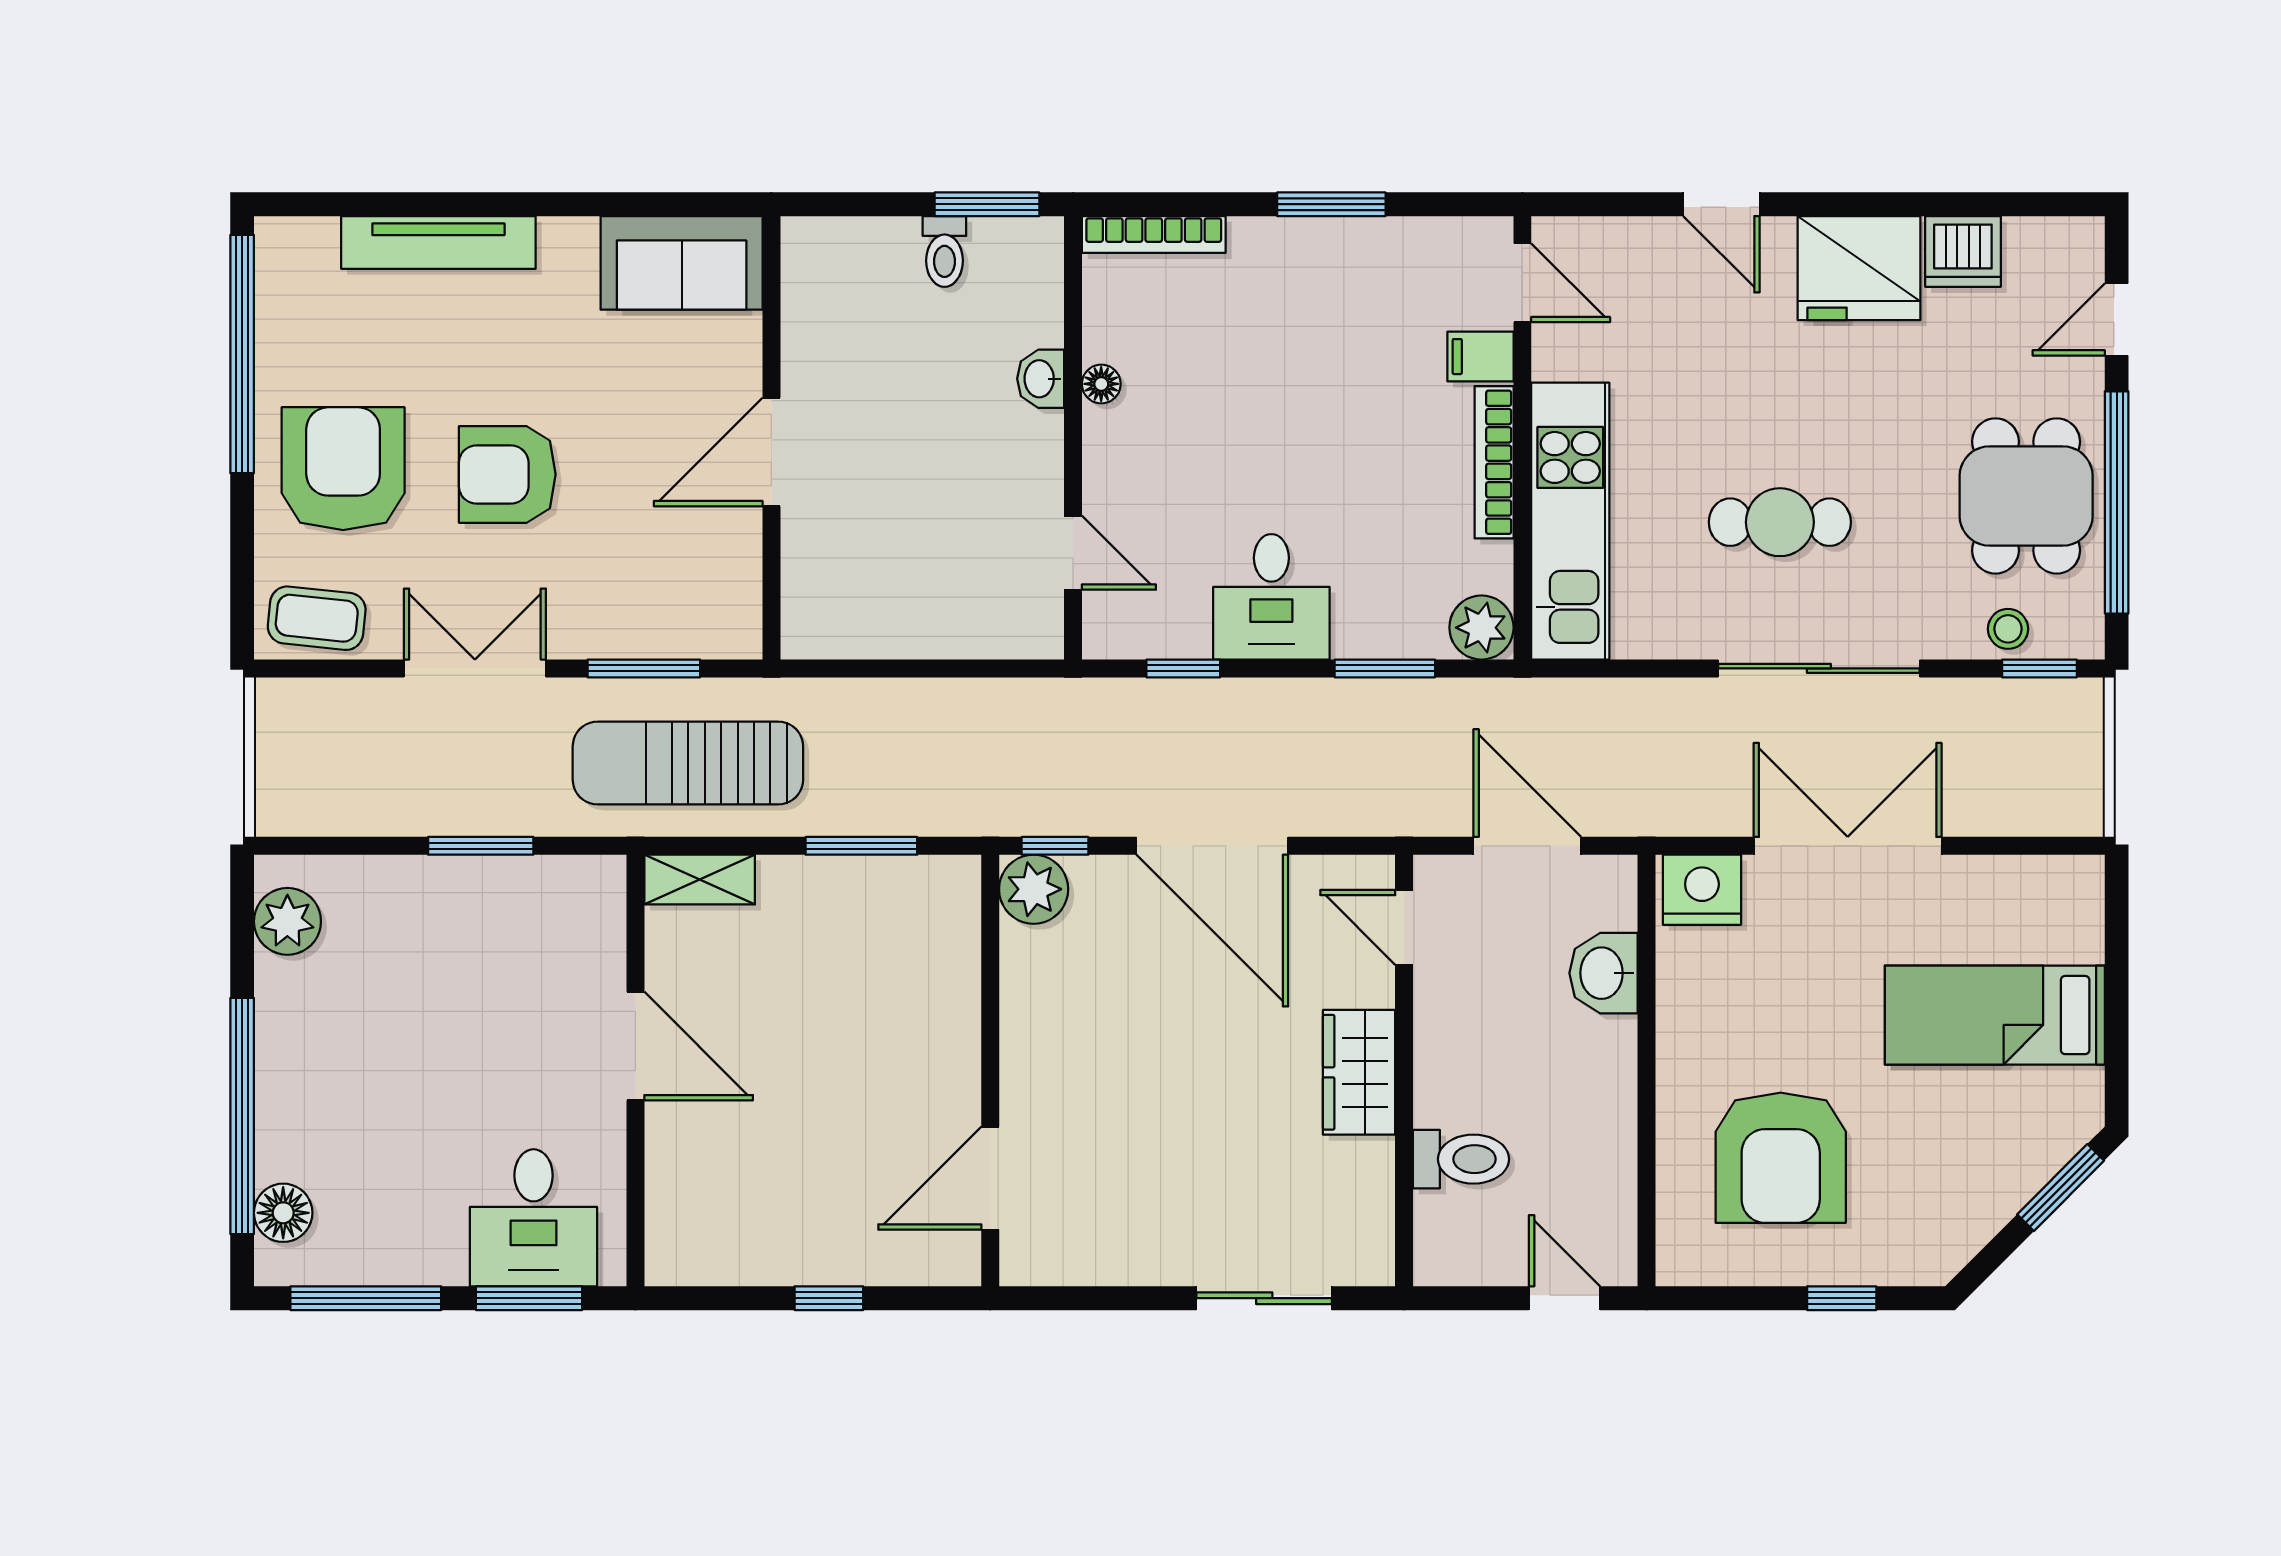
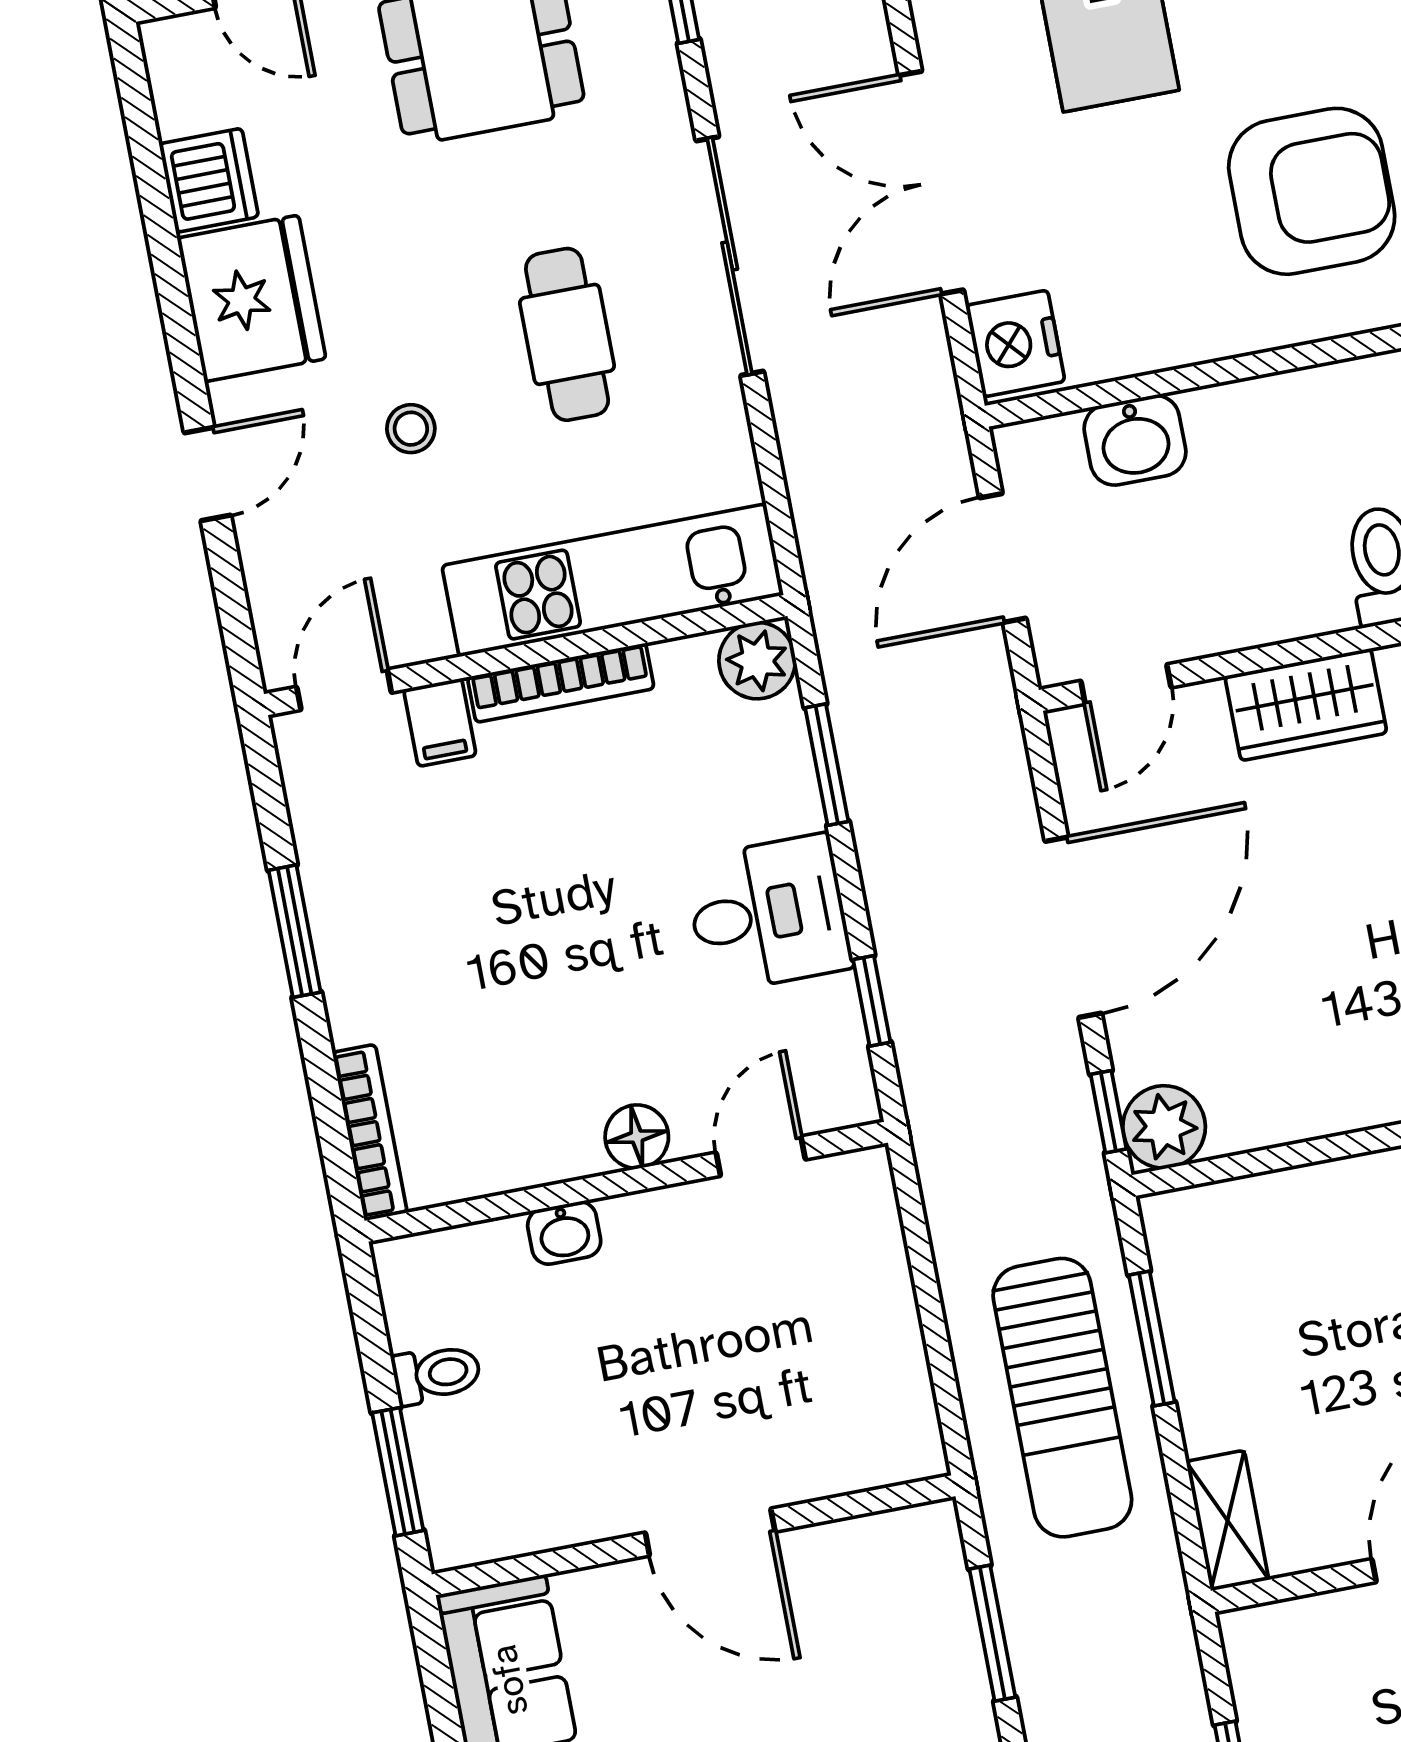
window: (987, 204) -> (398, 1472), moved
floor lamp: (1101, 384) -> (637, 1137), moved, width x1.37, depth x1.37
stool: (2008, 629) -> (411, 429), moved
sun lounger: (688, 763) -> (1062, 1398), moved

